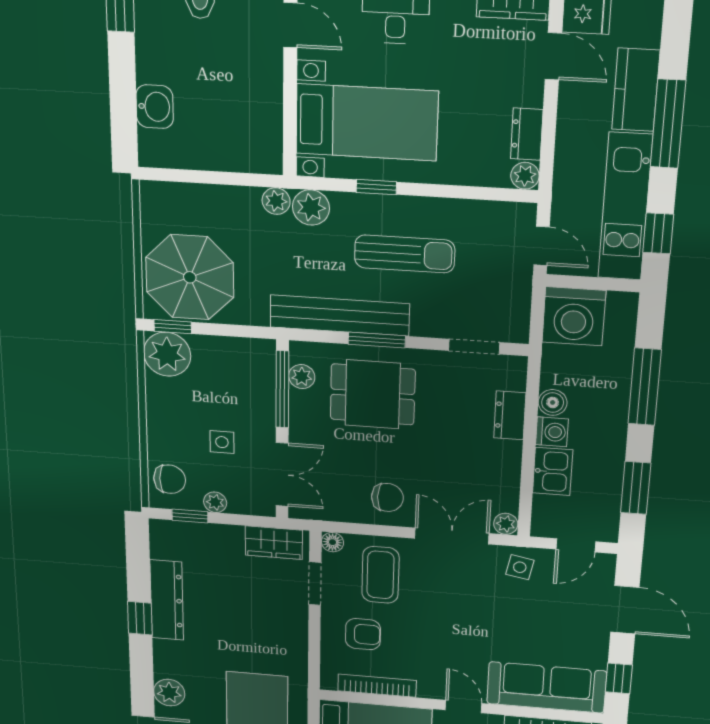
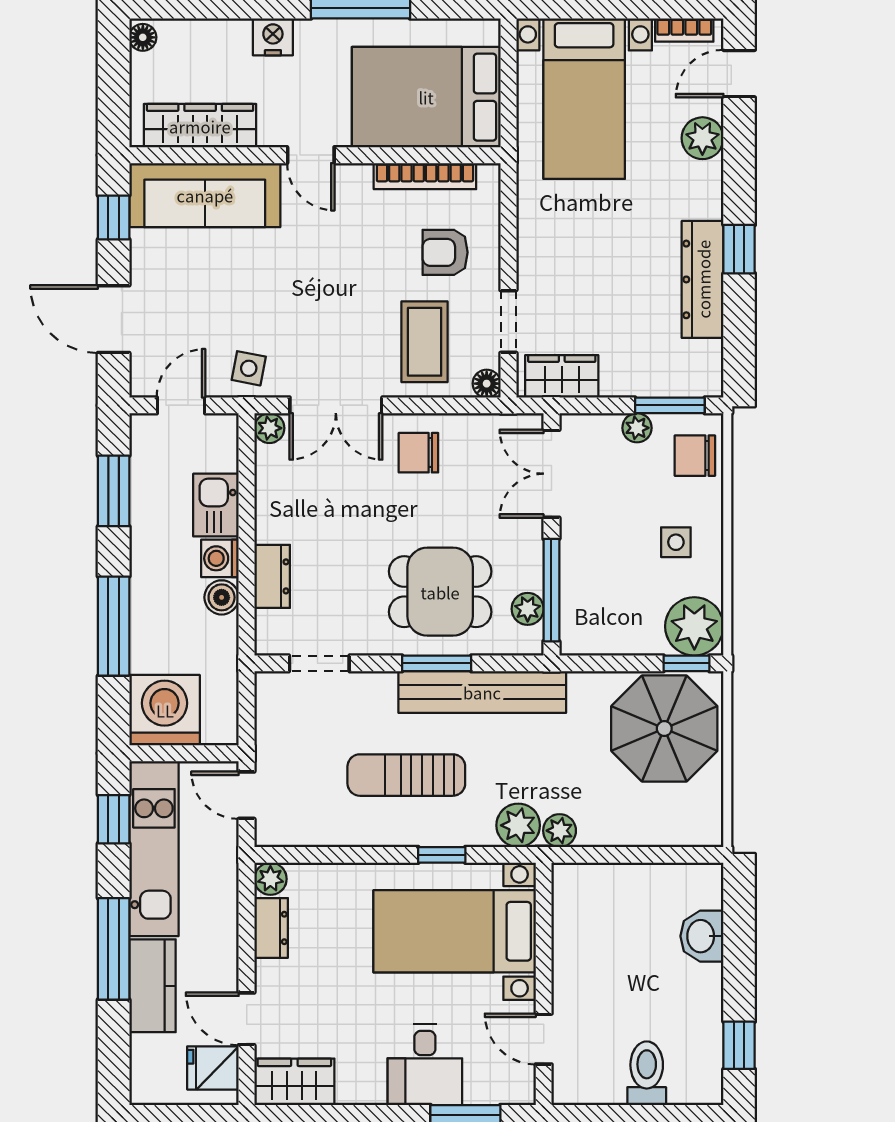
washing machine: (574, 316) -> (165, 710), moved
side table: (222, 442) -> (676, 542), moved
window: (190, 516) -> (670, 405), width x1.50

